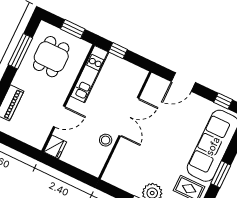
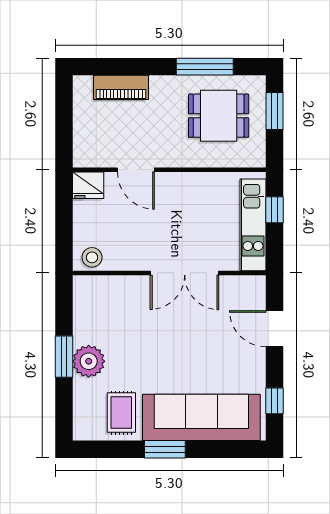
window: (73, 29) -> (275, 111), moved
kitchen unit: (90, 74) -> (253, 225), moved, turned 90
stool: (106, 140) -> (92, 257), moved

